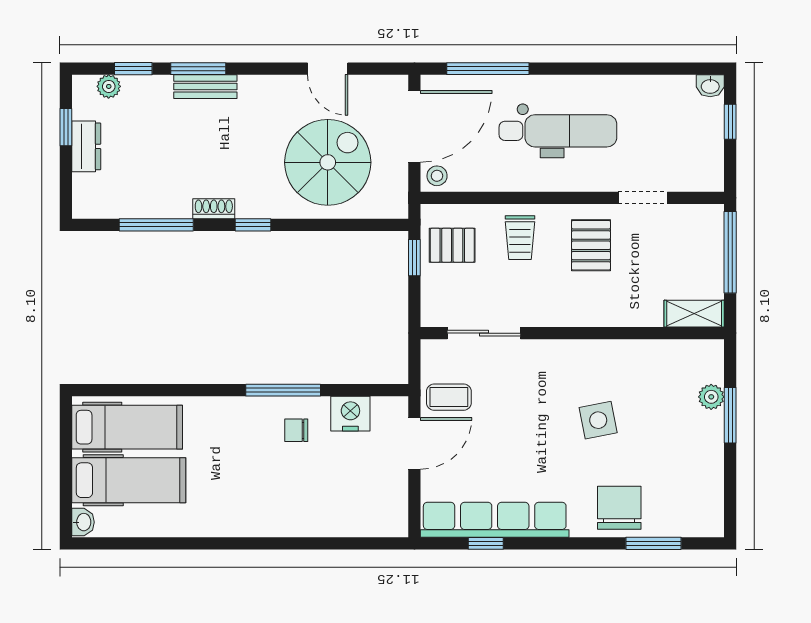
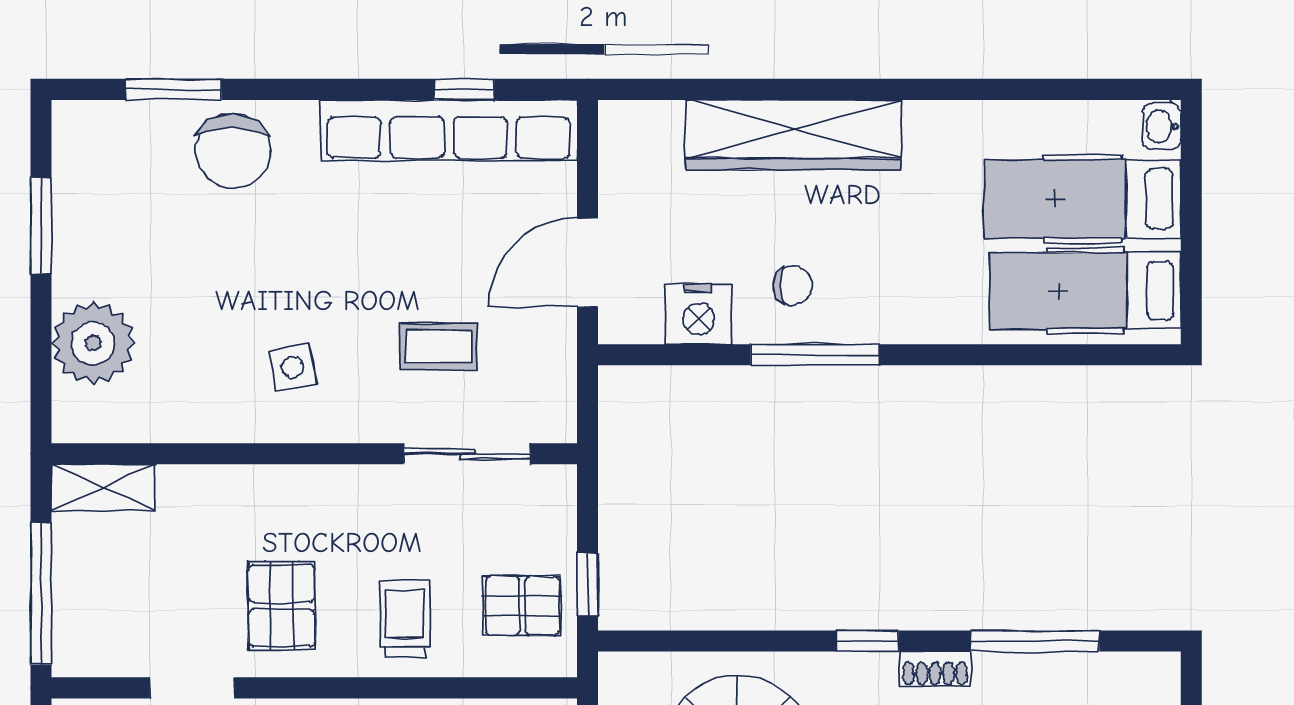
coffee table: (449, 397) -> (439, 347), moved
plant: (711, 397) -> (93, 343), width x1.88, depth x1.88
window: (730, 415) -> (41, 226), moved
side table: (598, 420) -> (293, 367), moved, width x0.73, depth x0.73
wardrobe: (296, 517) -> (794, 135), added

